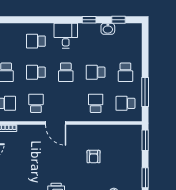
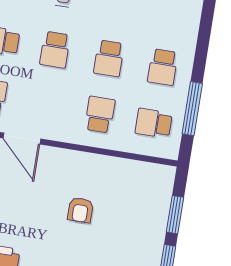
school desk: (96, 72) -> (109, 58), turned -90
window: (145, 140) -> (175, 215), moved

